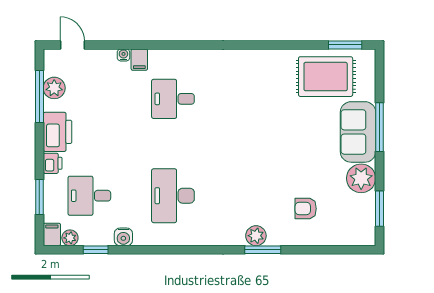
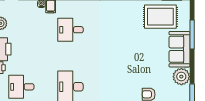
window: (379, 127) -> (192, 35), moved

